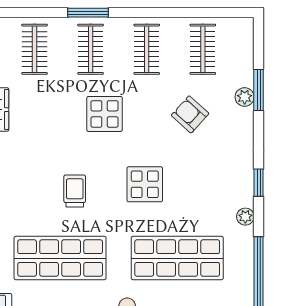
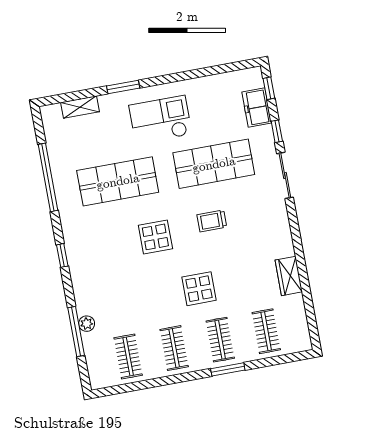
window: (259, 90) -> (76, 331), width x1.44
armchair: (190, 114) -> (129, 301), removed
trolley: (75, 191) -> (212, 221), turned 90
plant: (245, 217) -> (68, 226), removed

